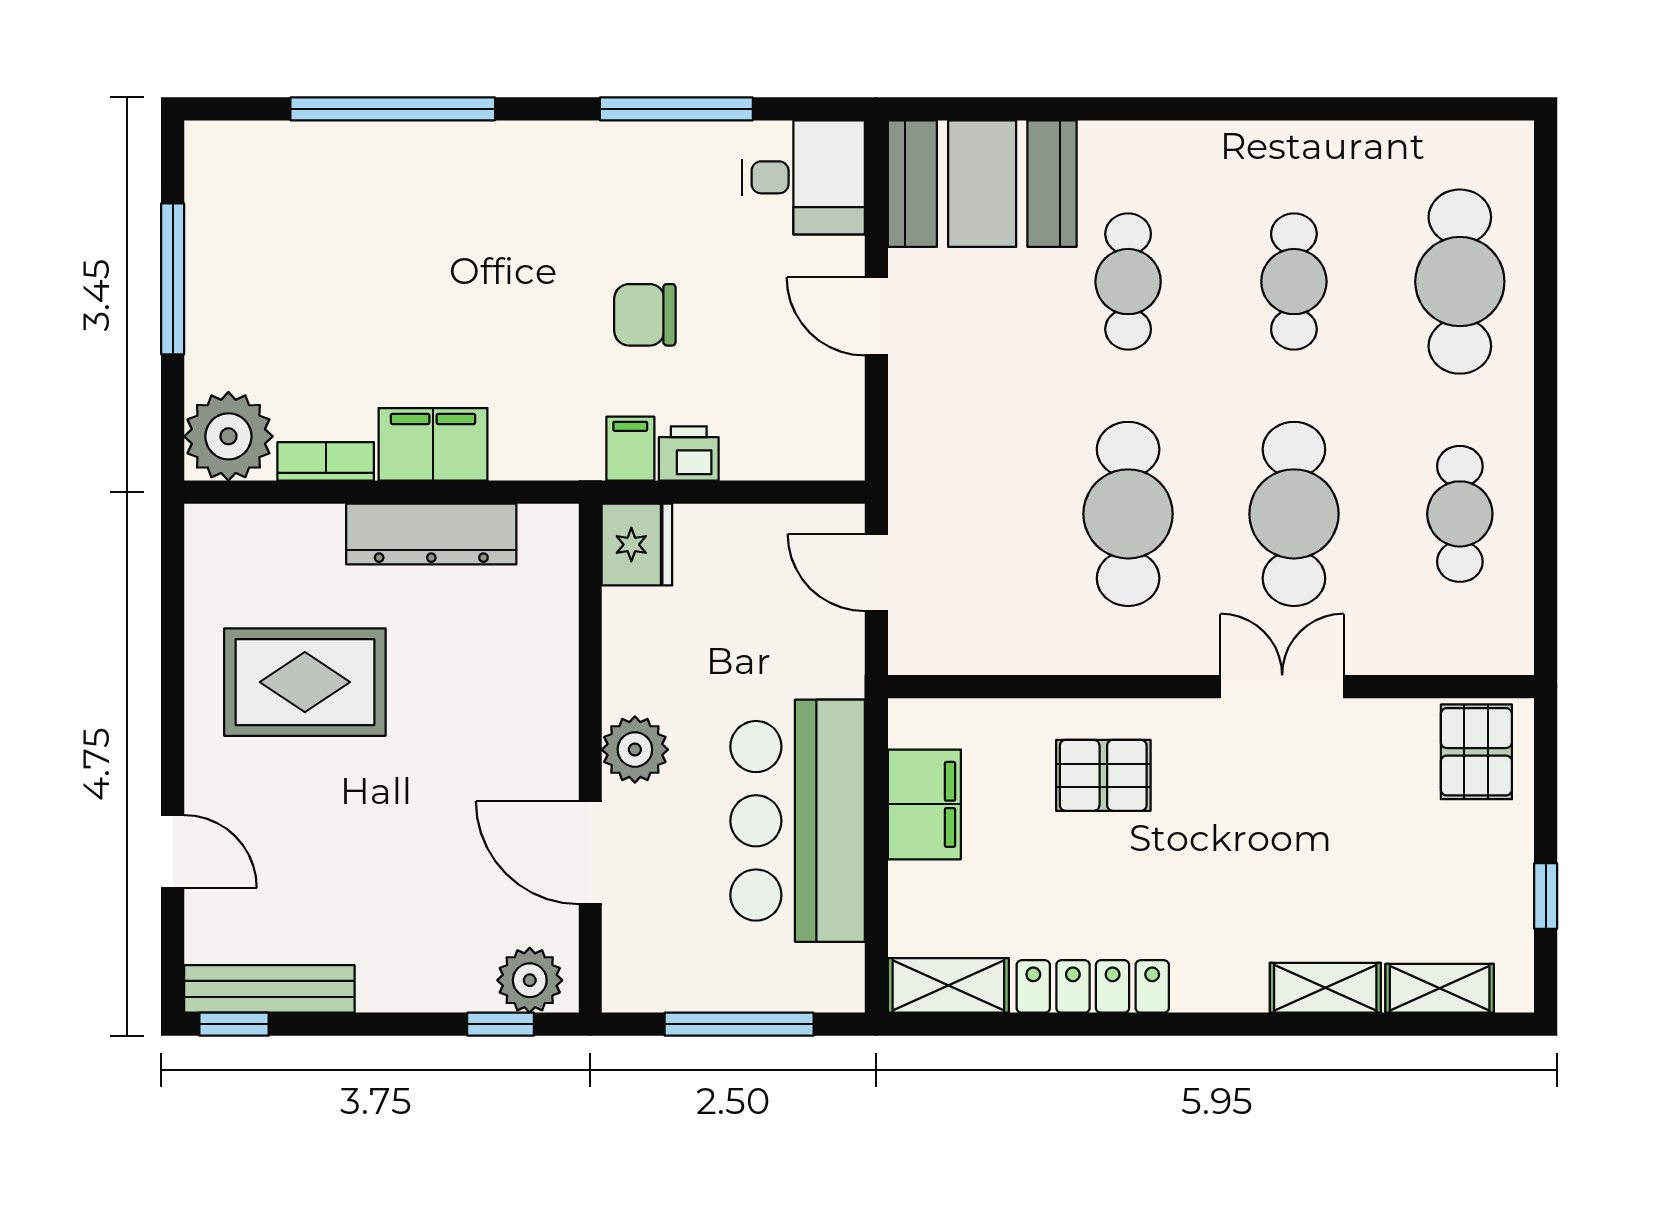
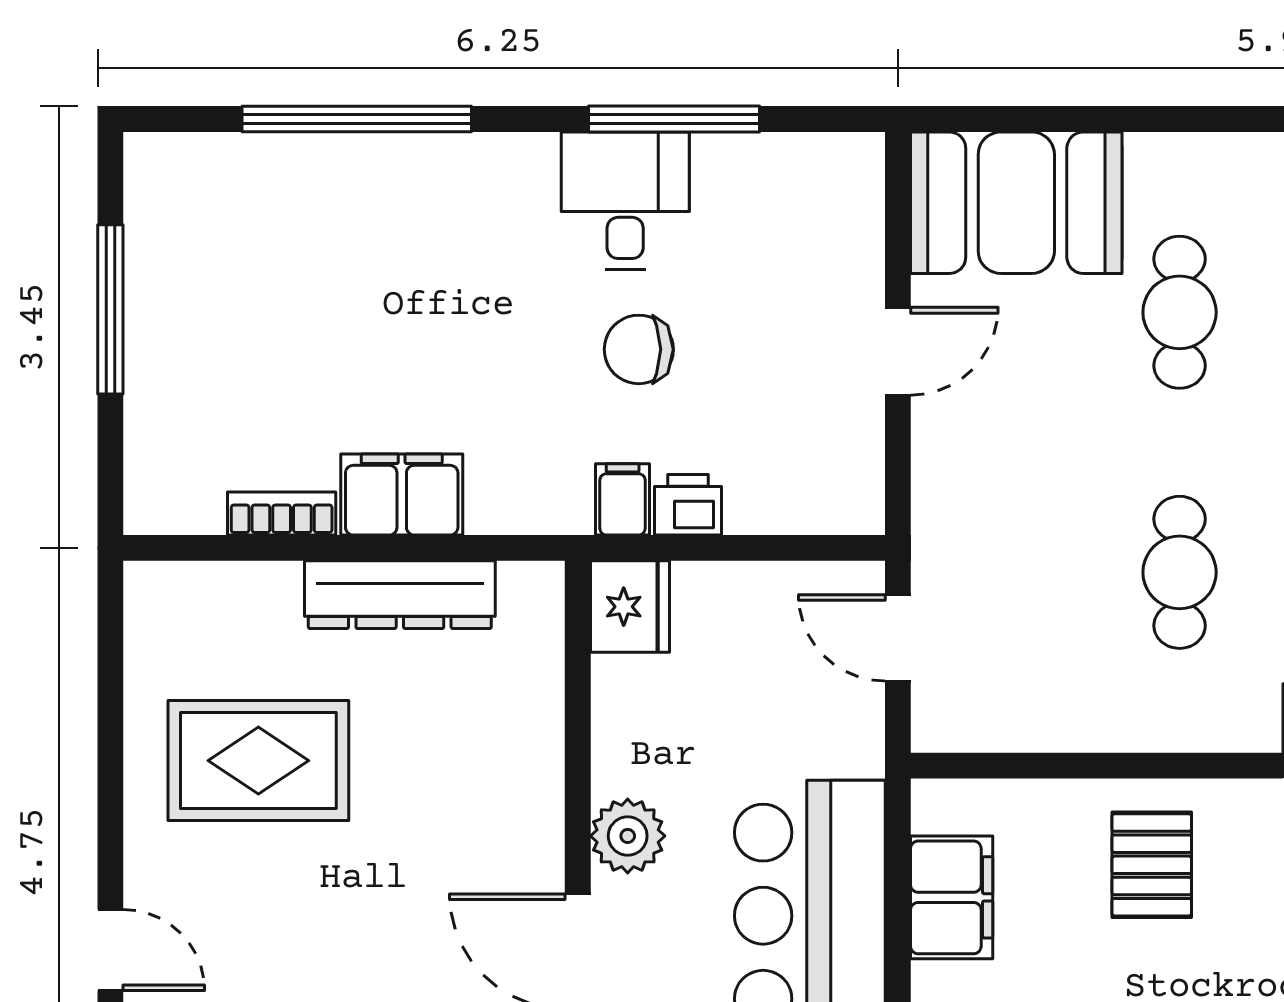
desk: (803, 177) -> (625, 201), moved, turned -90
door: (876, 316) -> (898, 351), swing flipped
plant: (228, 436) -> (173, 486), removed
cafe table: (1128, 514) -> (1180, 572), width x0.73, depth x0.74
pallet: (1103, 775) -> (1152, 865), turned 90

